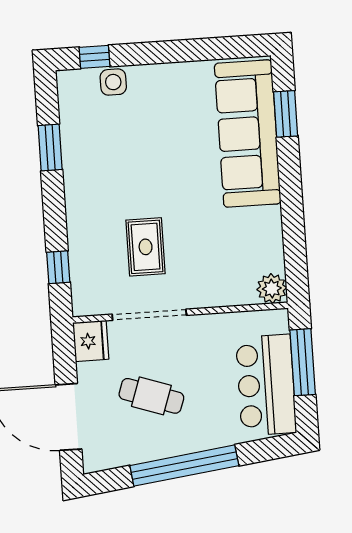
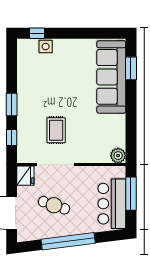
window: (50, 148) -> (12, 105), moved

